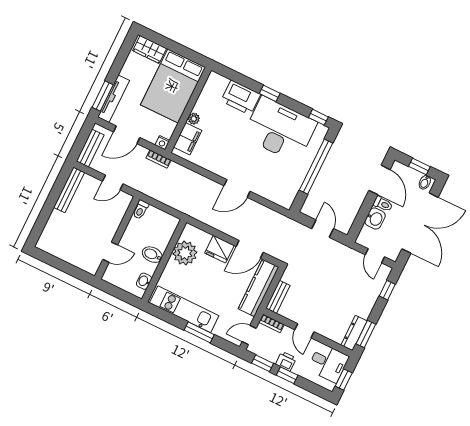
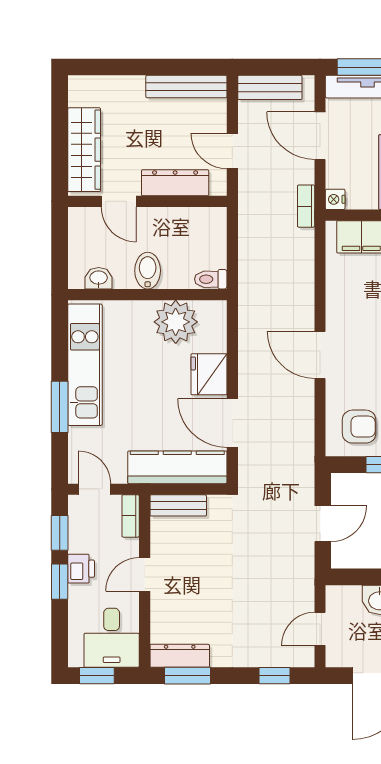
armchair: (283, 186) -> (359, 427), added
toilet: (141, 210) -> (211, 279), moved
dresser: (115, 219) -> (175, 183), added
wardrobe: (76, 257) -> (84, 150), added

